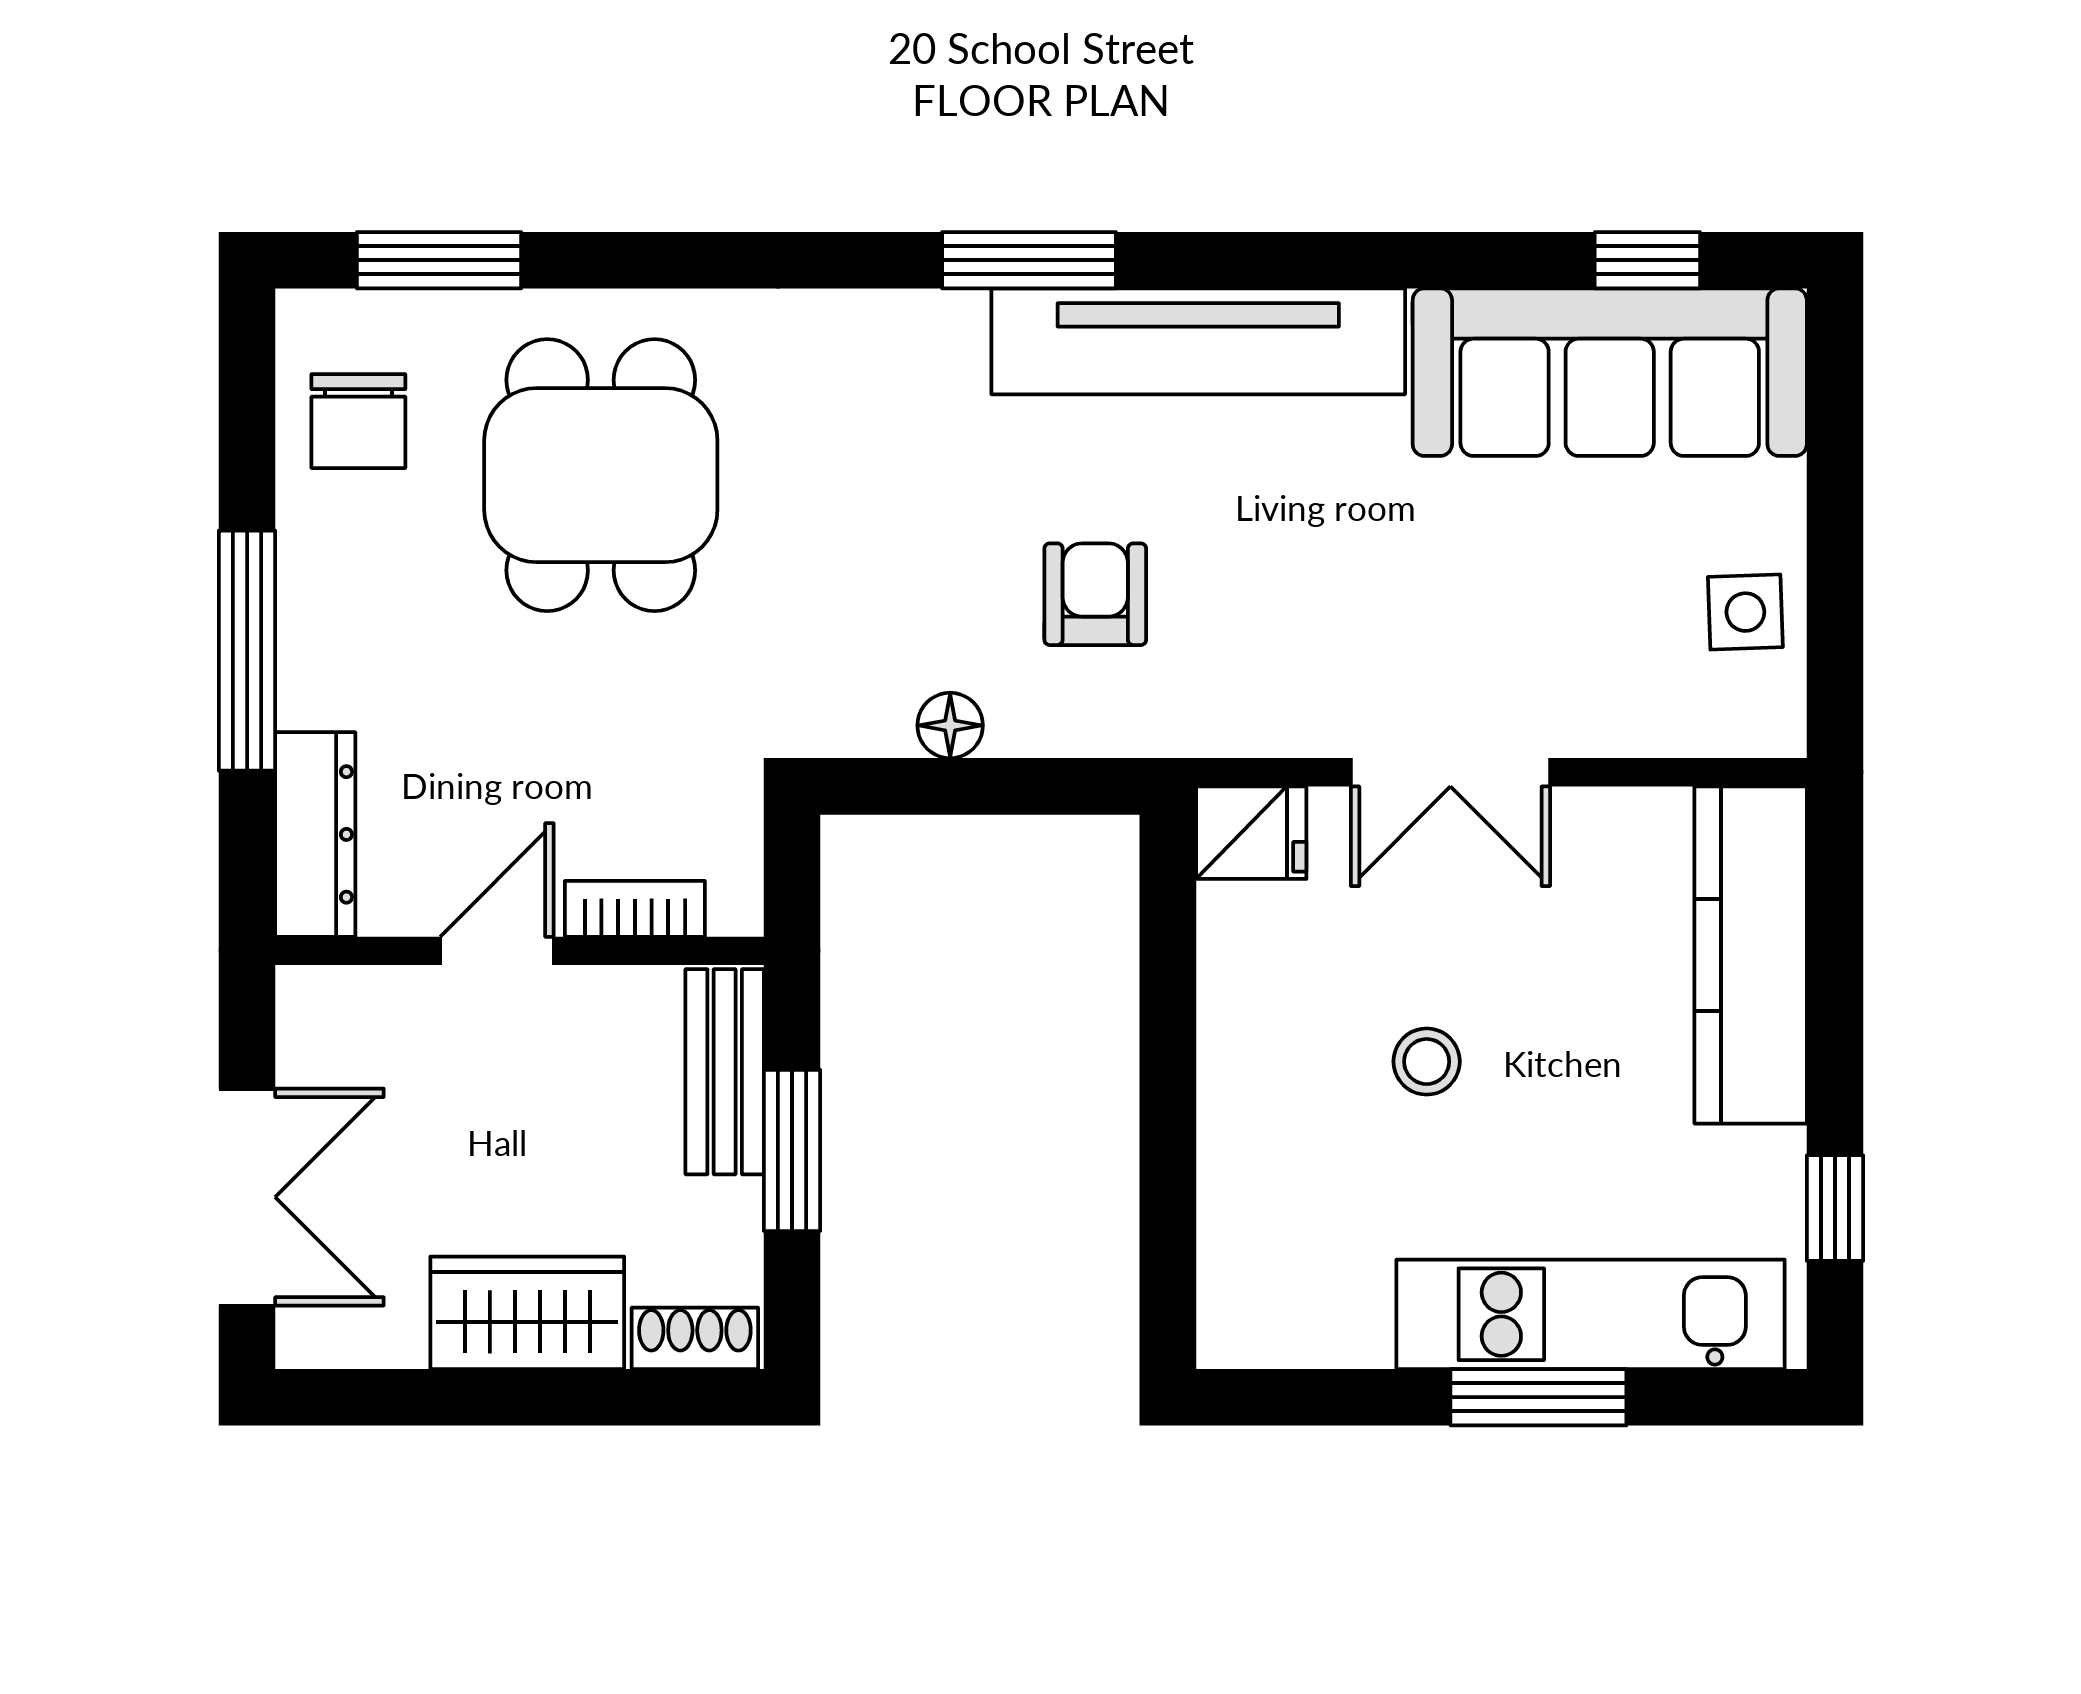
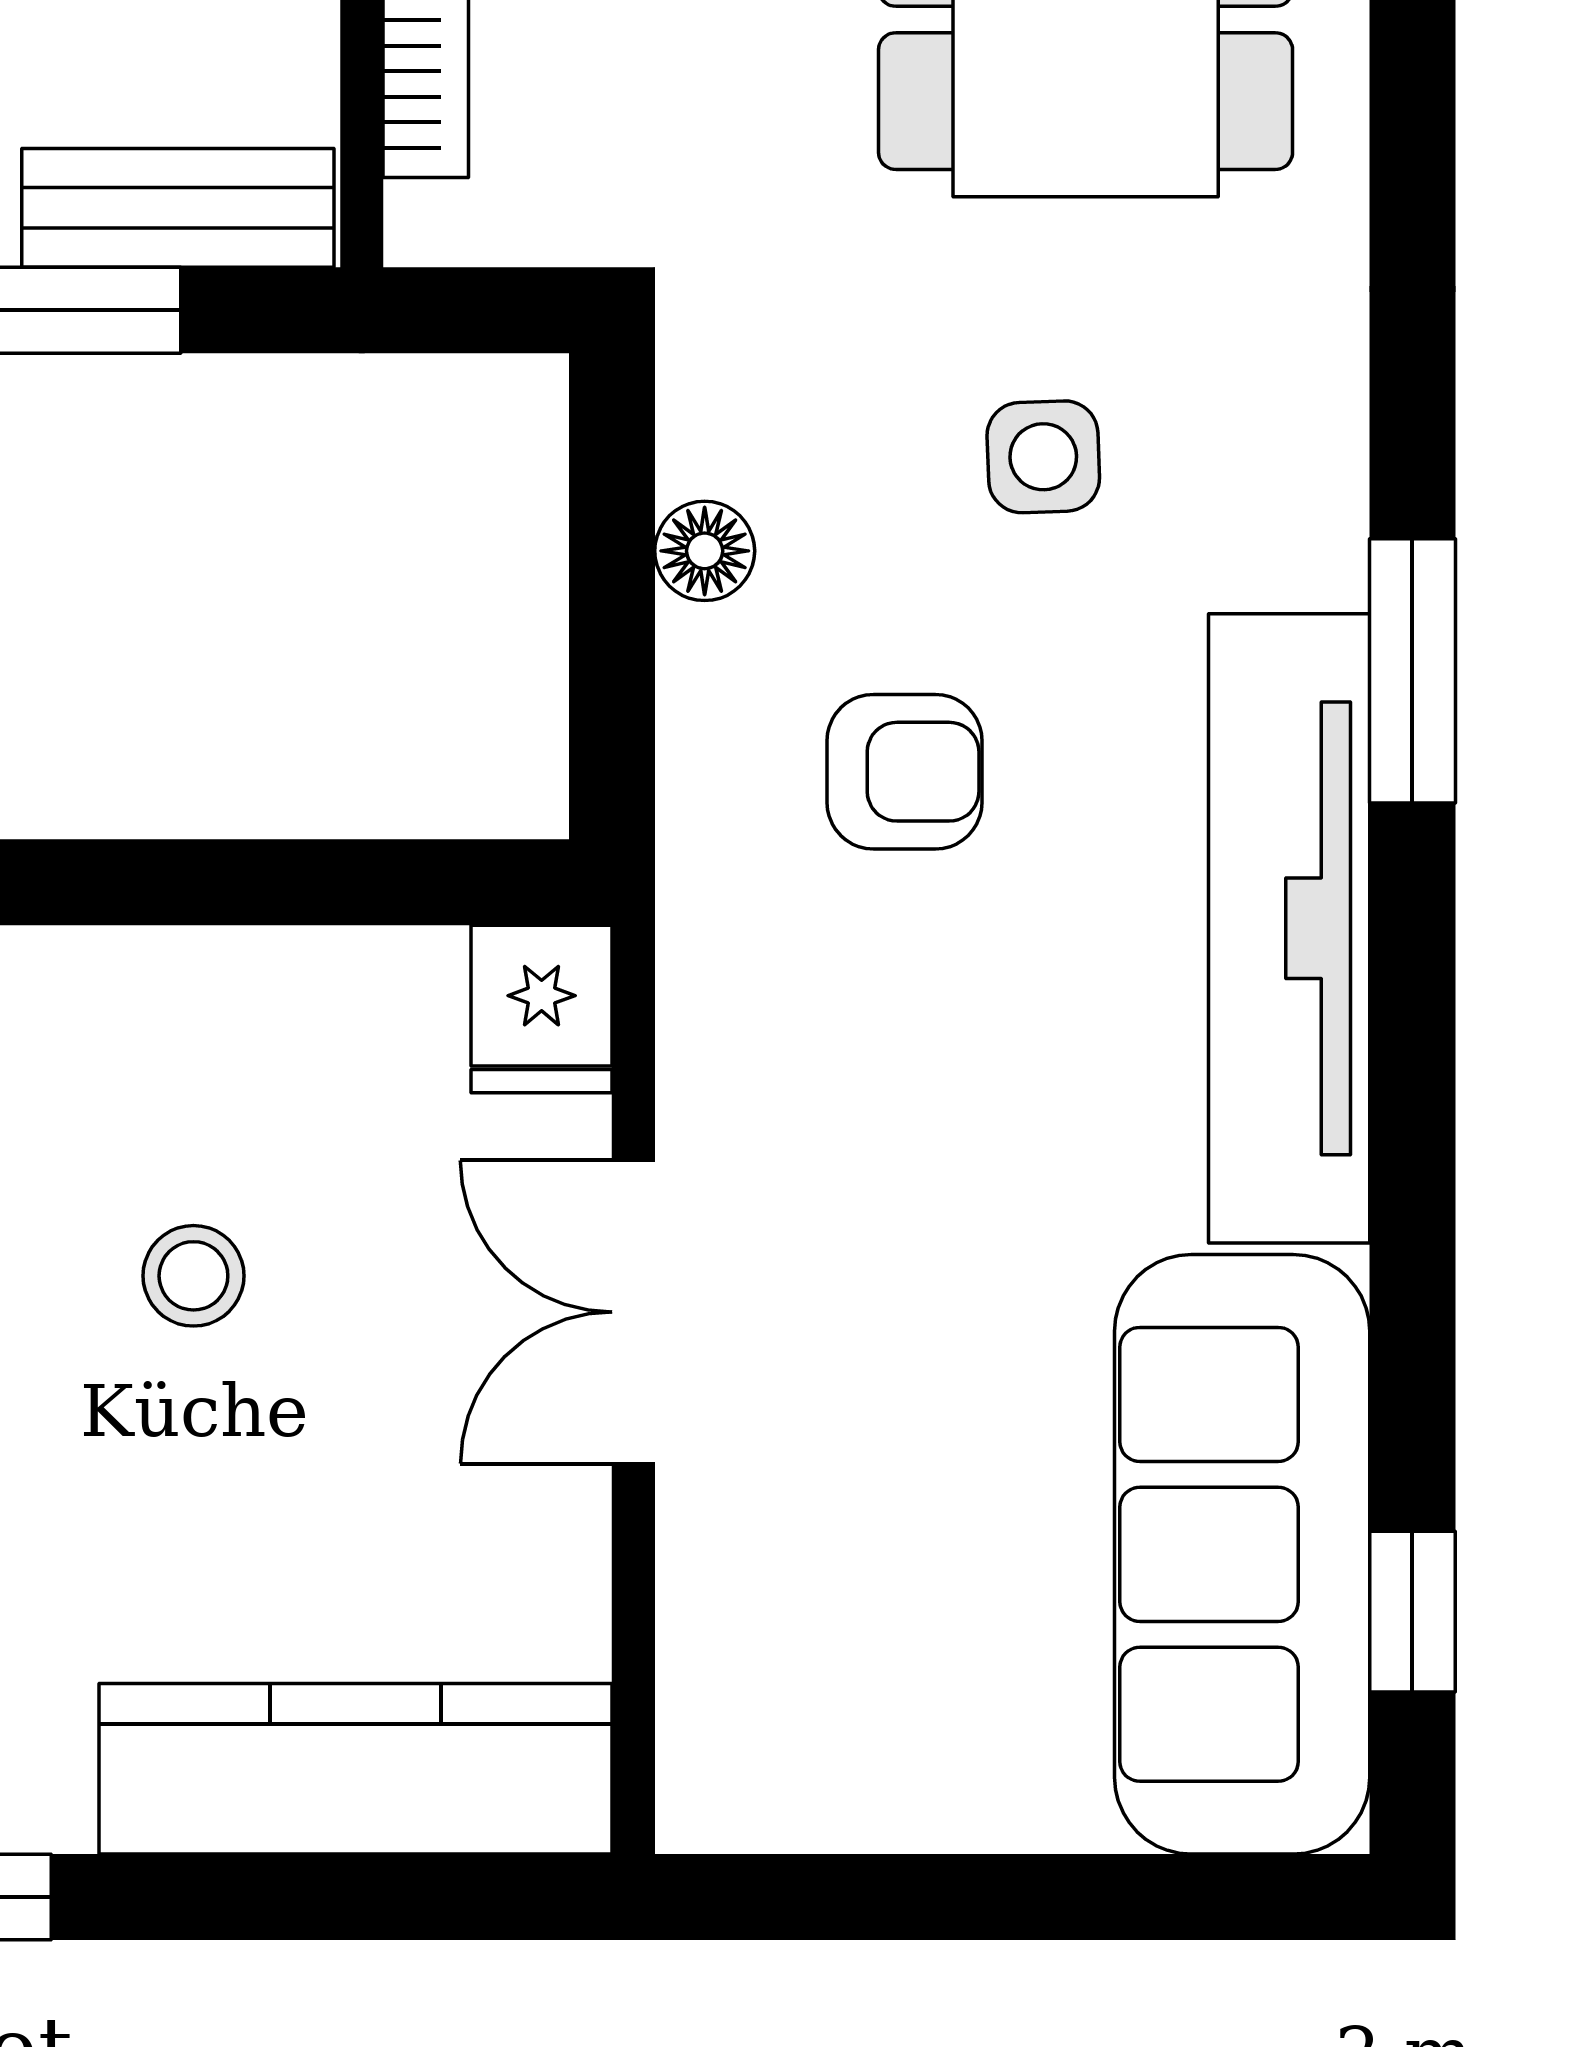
side table: (1745, 612) -> (1043, 457), moved

